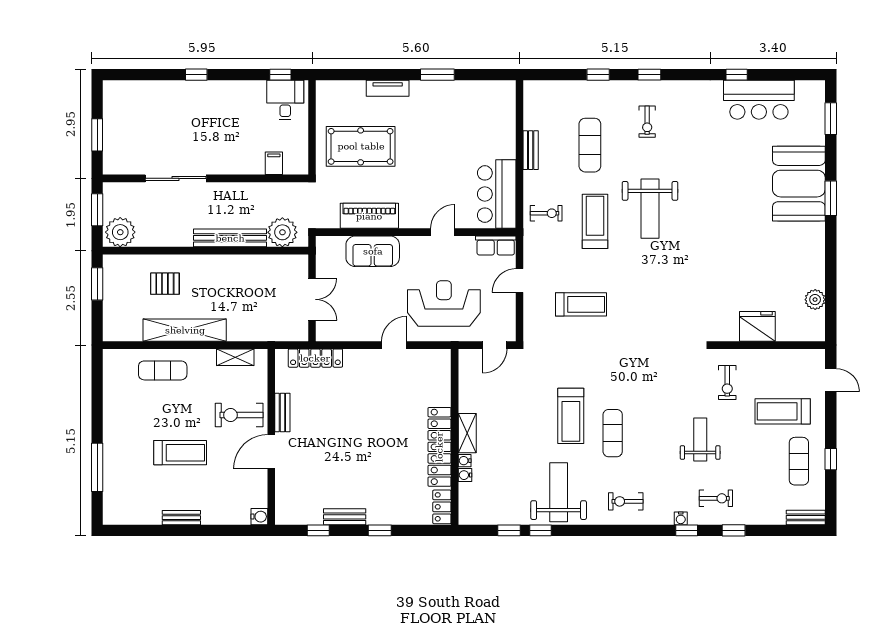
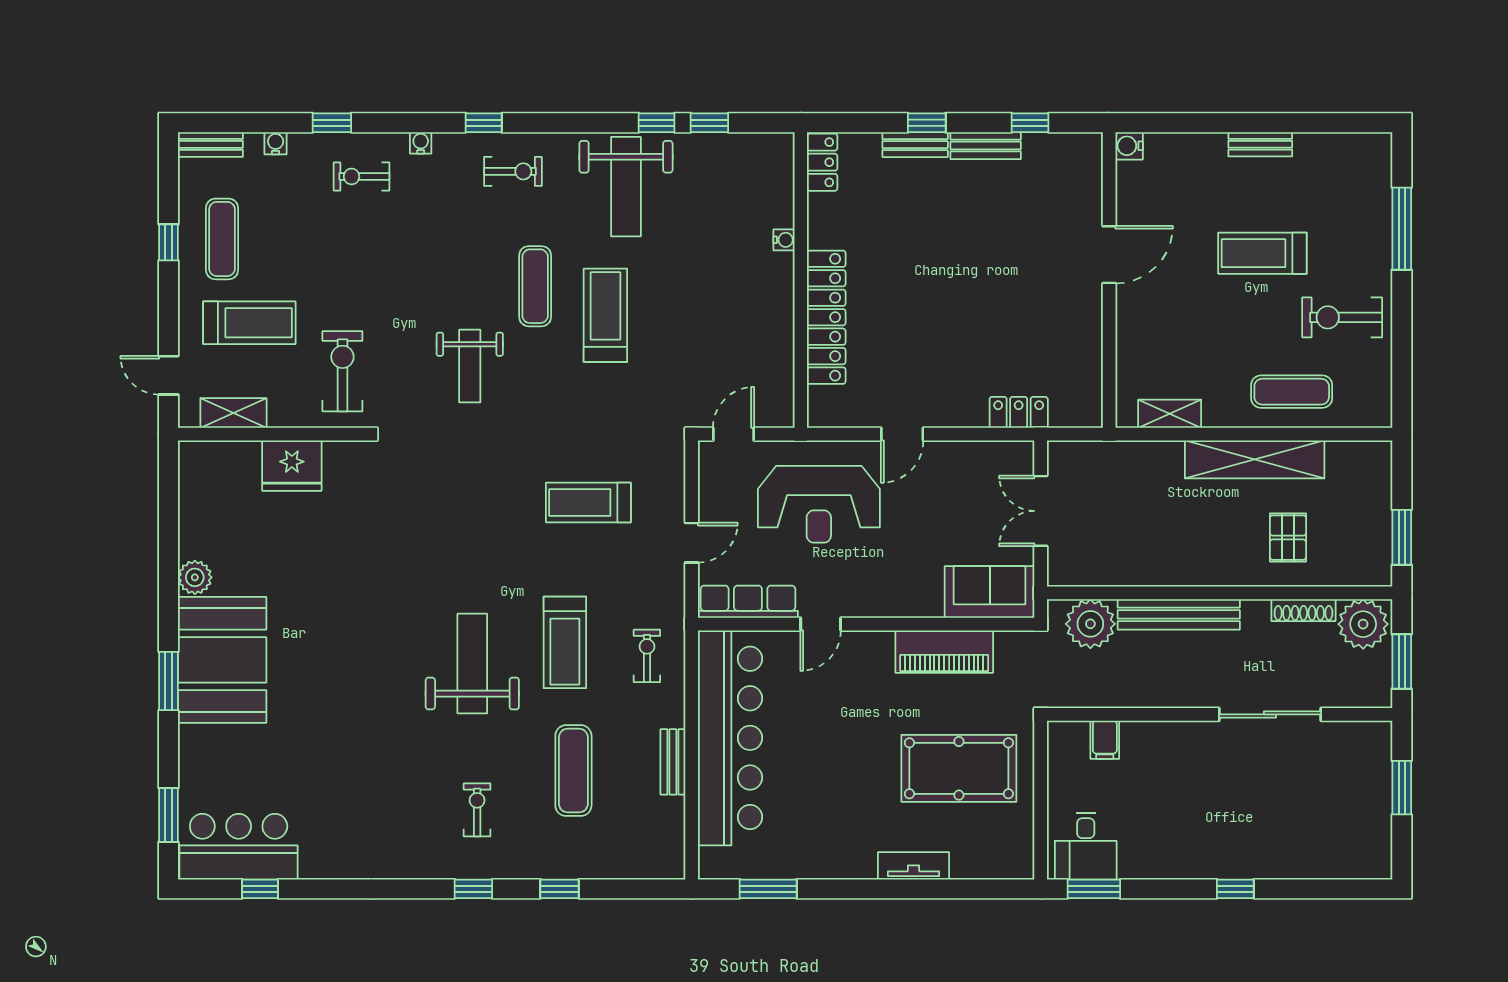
window: (280, 75) -> (1094, 889), width x1.50
window: (437, 75) -> (768, 889), moved
window: (737, 75) -> (260, 889), moved
bar counter: (759, 100) -> (239, 847), moved
booth: (799, 184) -> (222, 660), moved
bar counter: (497, 194) -> (730, 738), width x1.86
exercise bike: (546, 213) -> (647, 656), turned 90
shoe rack: (156, 240) -> (1303, 610), added
row of seats: (496, 245) -> (748, 602), width x1.48
sofa: (373, 251) -> (990, 592), moved
pallet: (165, 284) -> (1288, 538), turned 90
plant: (815, 300) -> (195, 577), moved
locker: (315, 358) -> (1019, 412), width x0.66
exercise bike: (727, 382) -> (342, 371), width x1.38, depth x1.39
bench: (282, 412) -> (915, 145), moved, turned 90
exercise bike: (239, 415) -> (1342, 317), moved, turned 180
shelving: (467, 433) -> (233, 413), moved, turned 90
weight bench: (700, 440) -> (470, 366), moved
locker: (439, 447) -> (826, 317), moved
water cooler: (465, 475) -> (276, 143), moved, turned -90
window: (687, 530) -> (484, 123), moved

